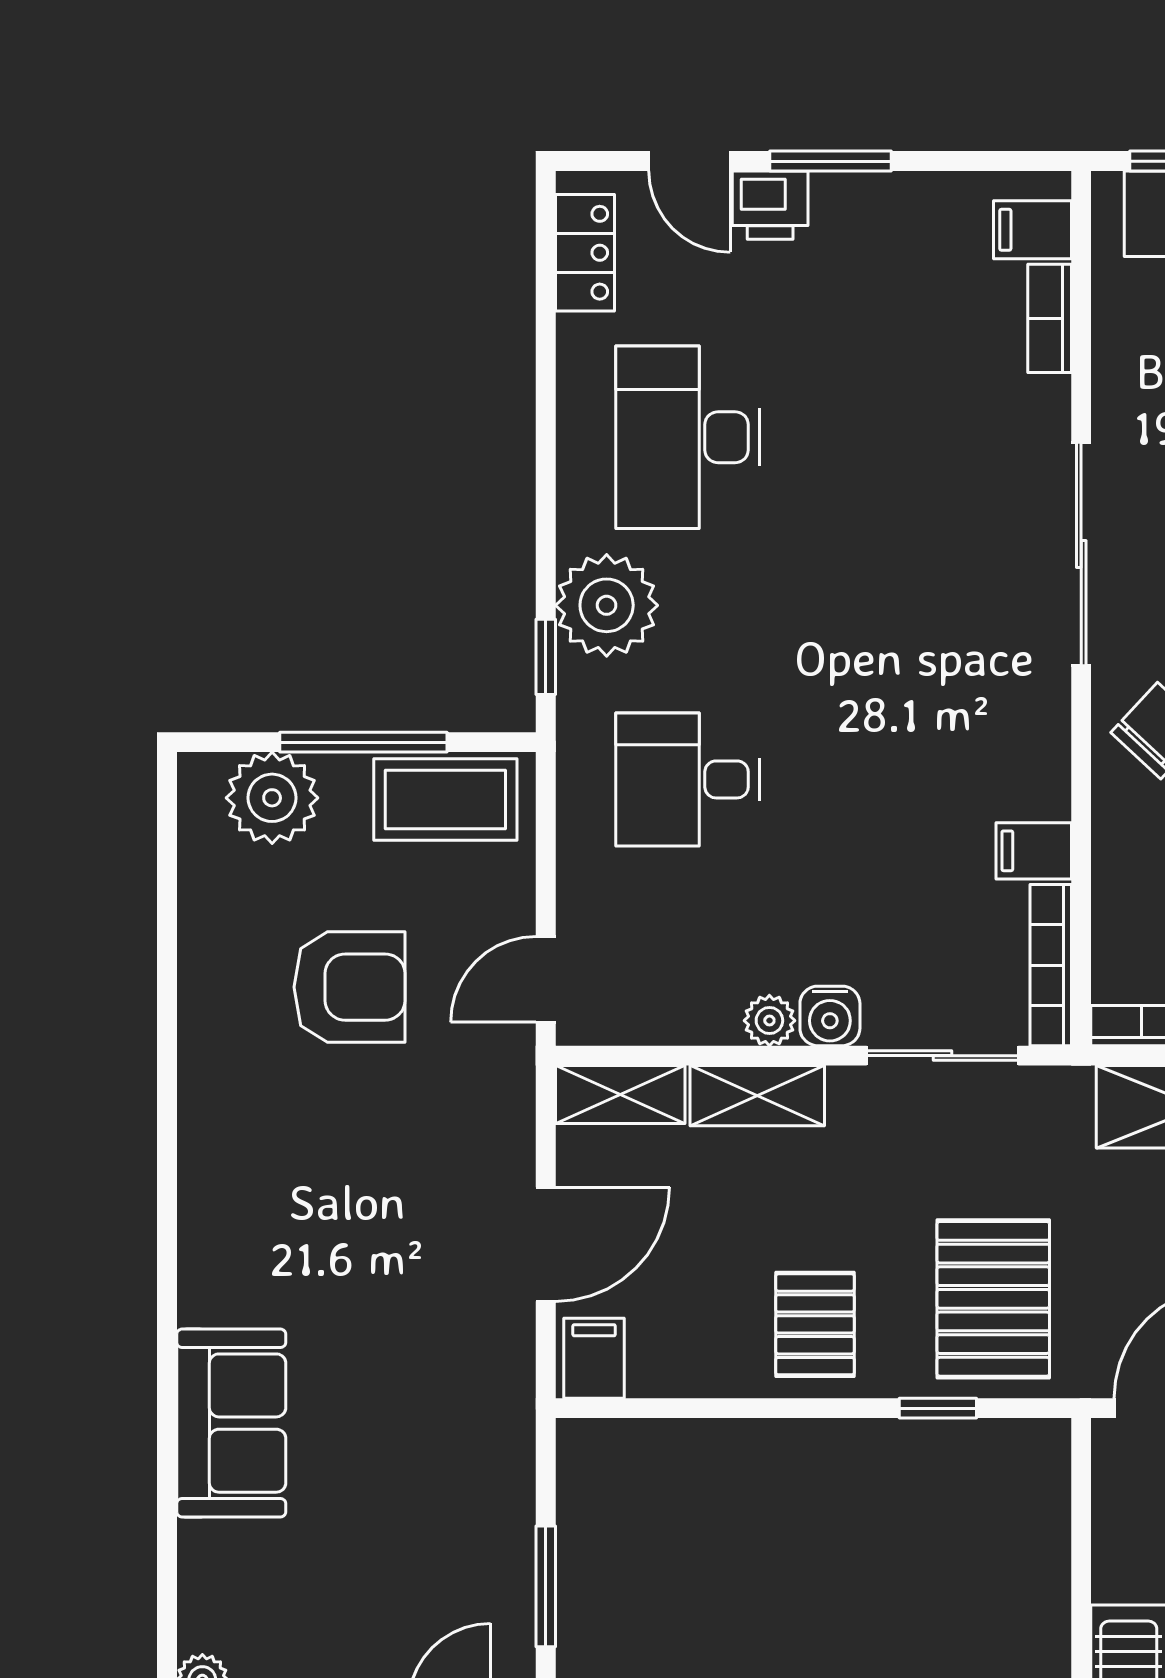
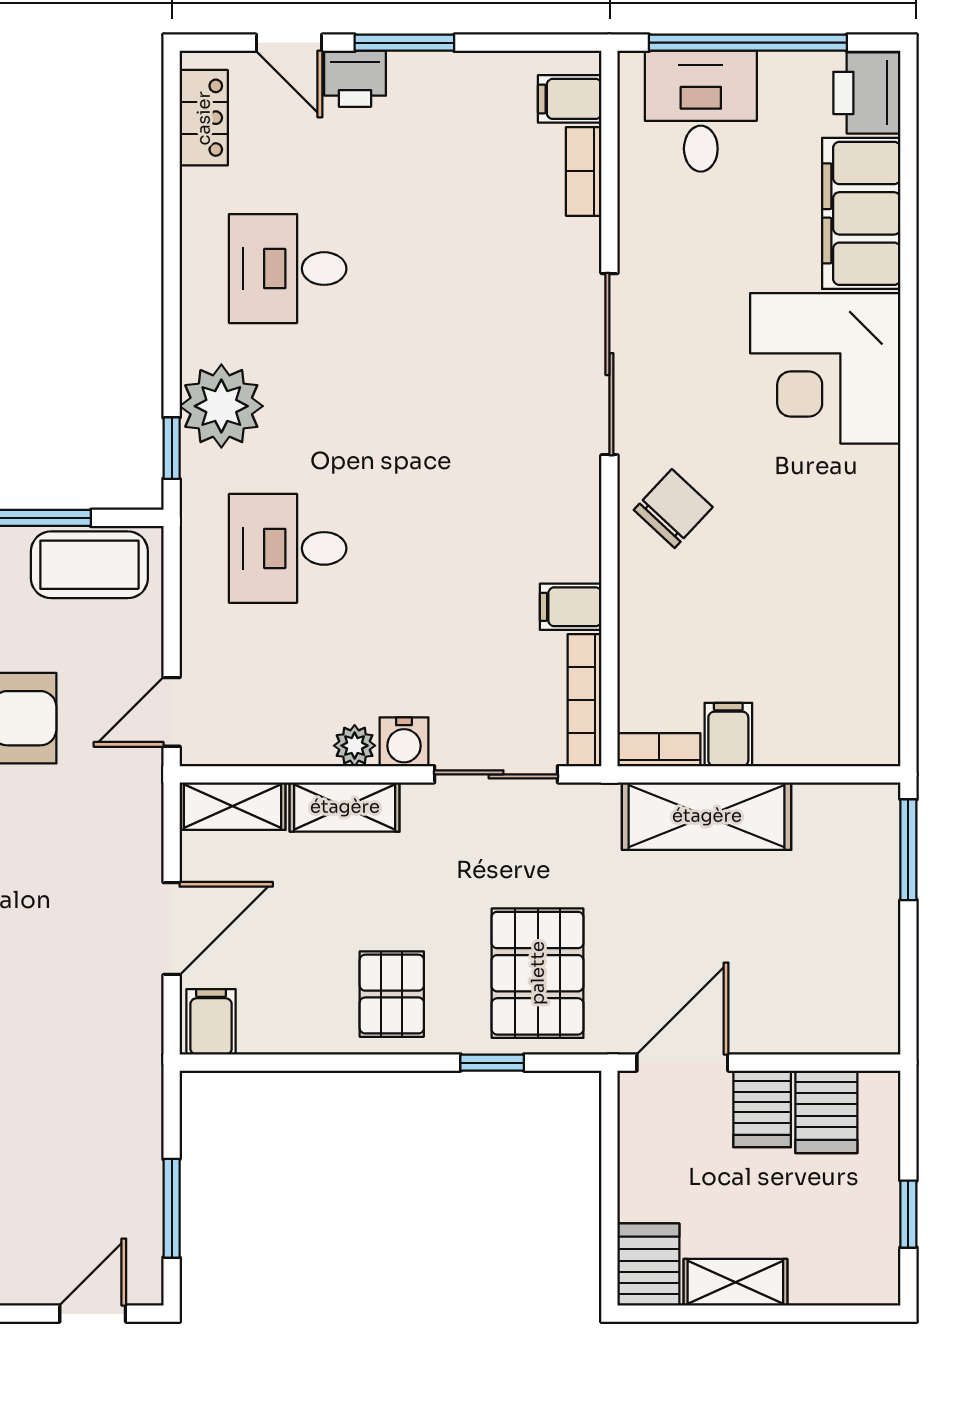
desk: (688, 437) -> (288, 269), width x0.73

